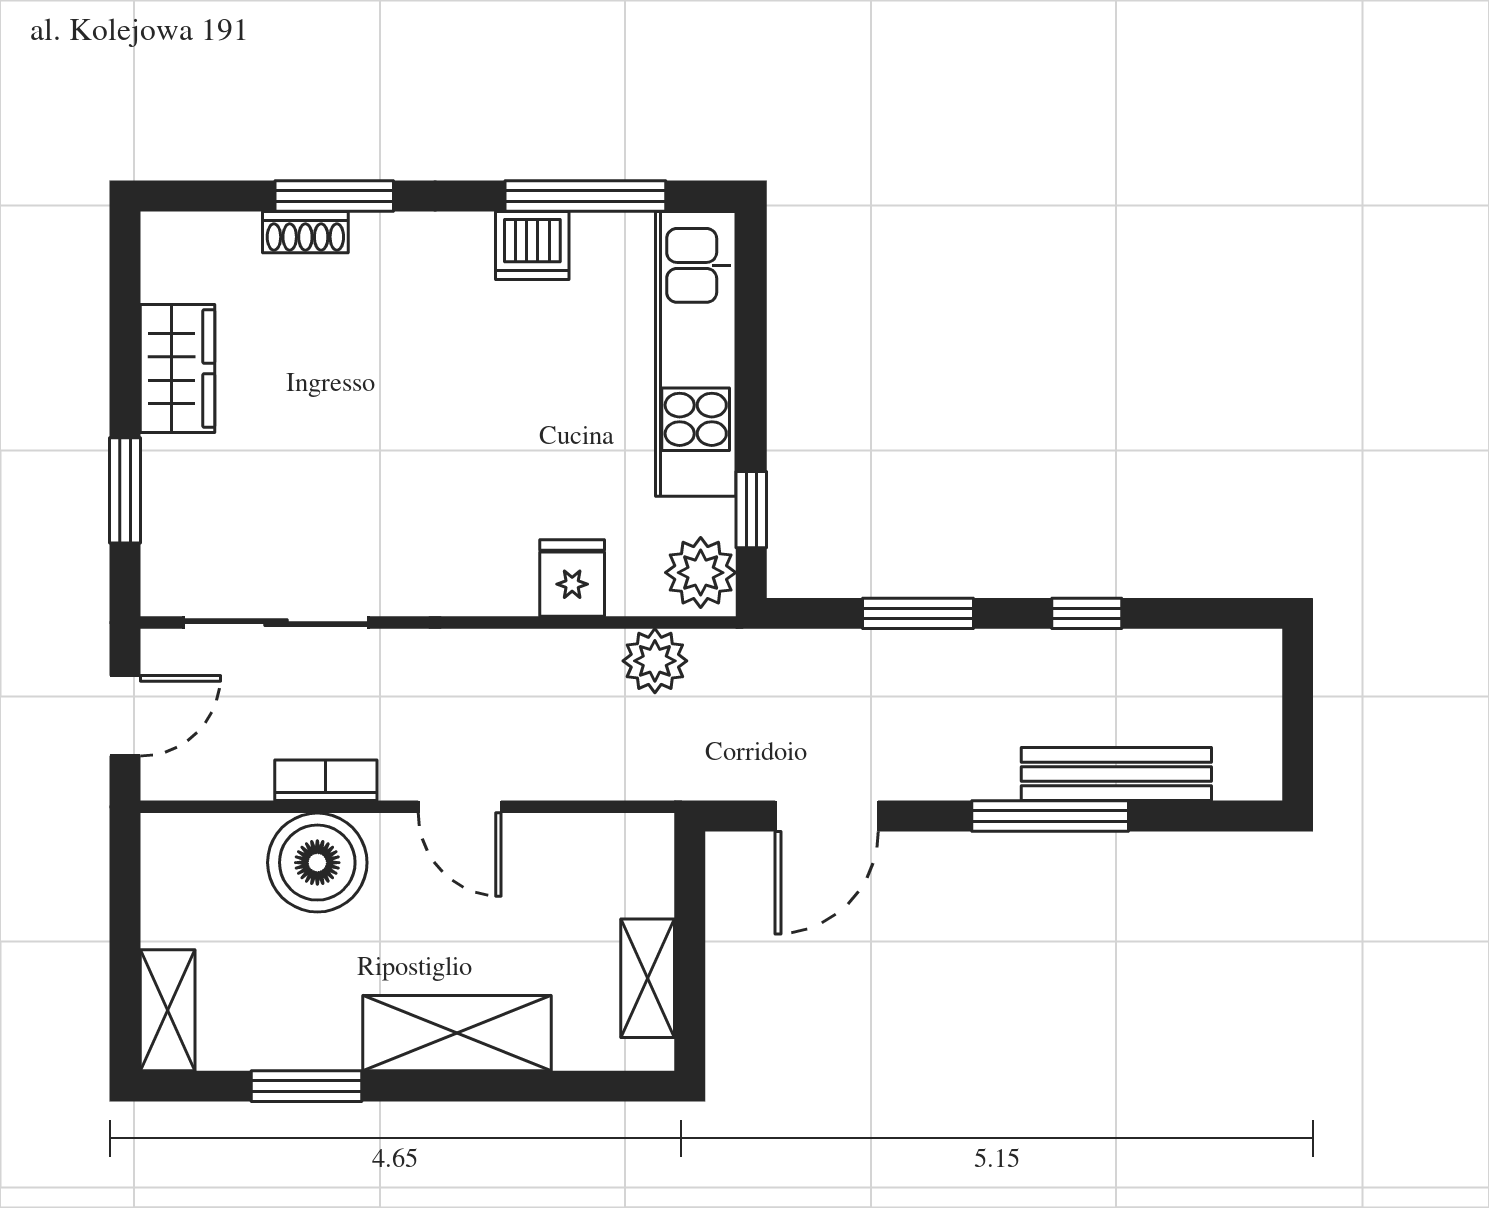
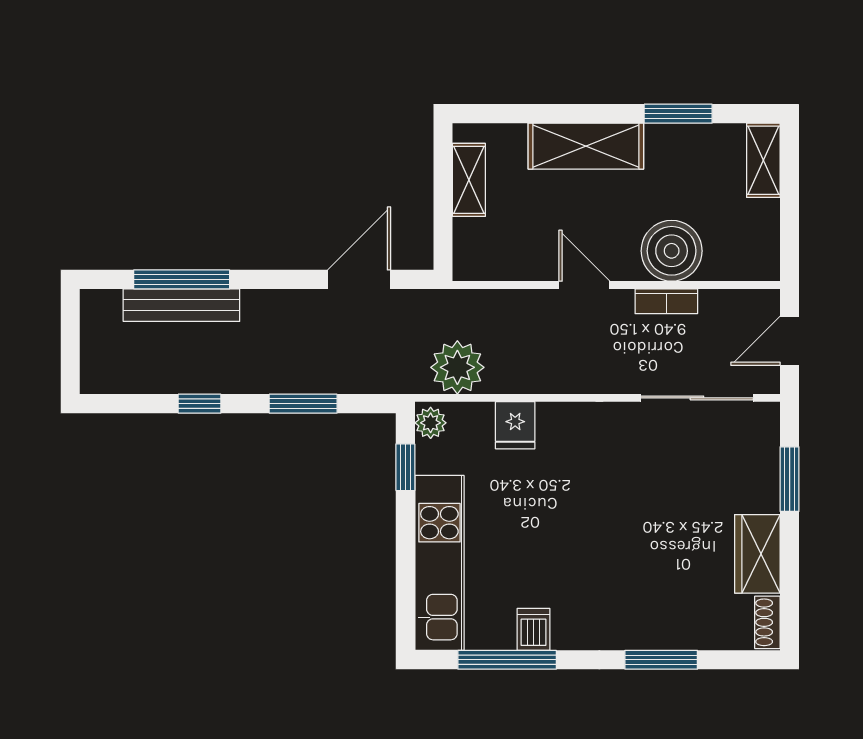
shoe rack: (305, 232) -> (767, 622), moved, turned -90
dishwasher: (532, 245) -> (534, 629), width x0.73
plant: (701, 573) -> (431, 423), width x0.73, depth x0.73
plant: (655, 661) -> (457, 367), width x1.36, depth x1.36
window: (1050, 816) -> (182, 279), moved

